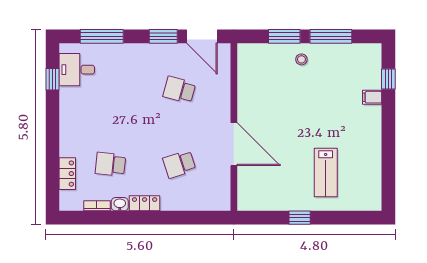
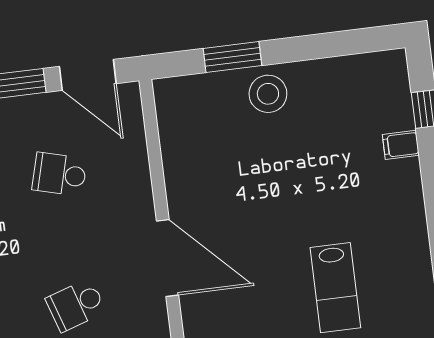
window: (331, 36) -> (315, 47), removed
stool: (301, 59) -> (268, 94), width x1.89, depth x1.89

